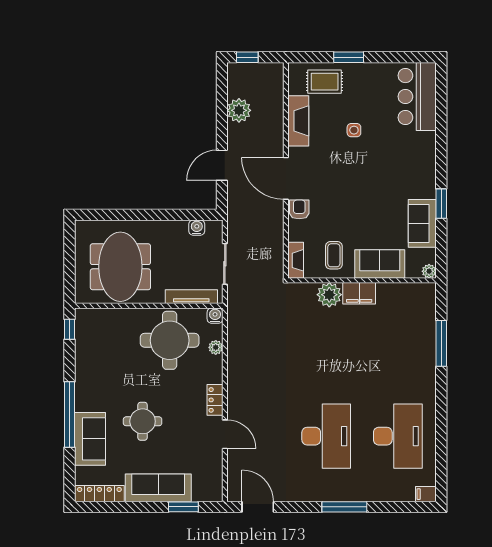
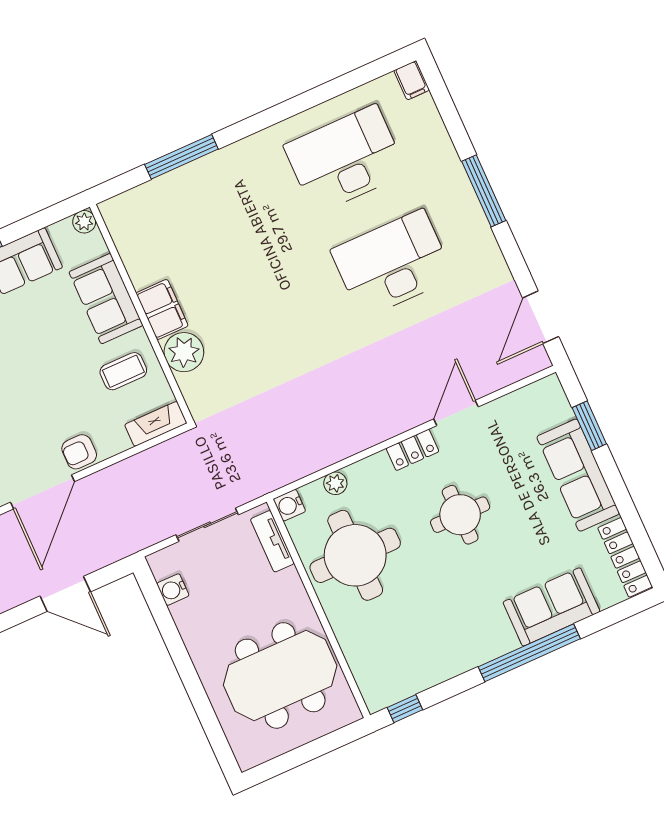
tv unit: (191, 297) -> (272, 541), width x0.71
round table: (143, 421) -> (460, 515), moved

